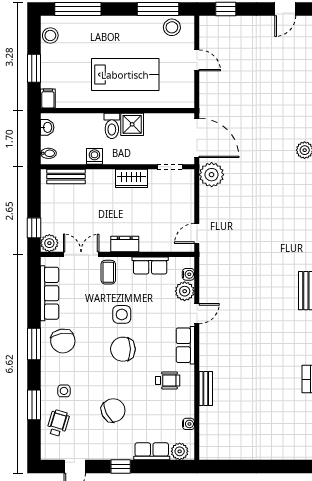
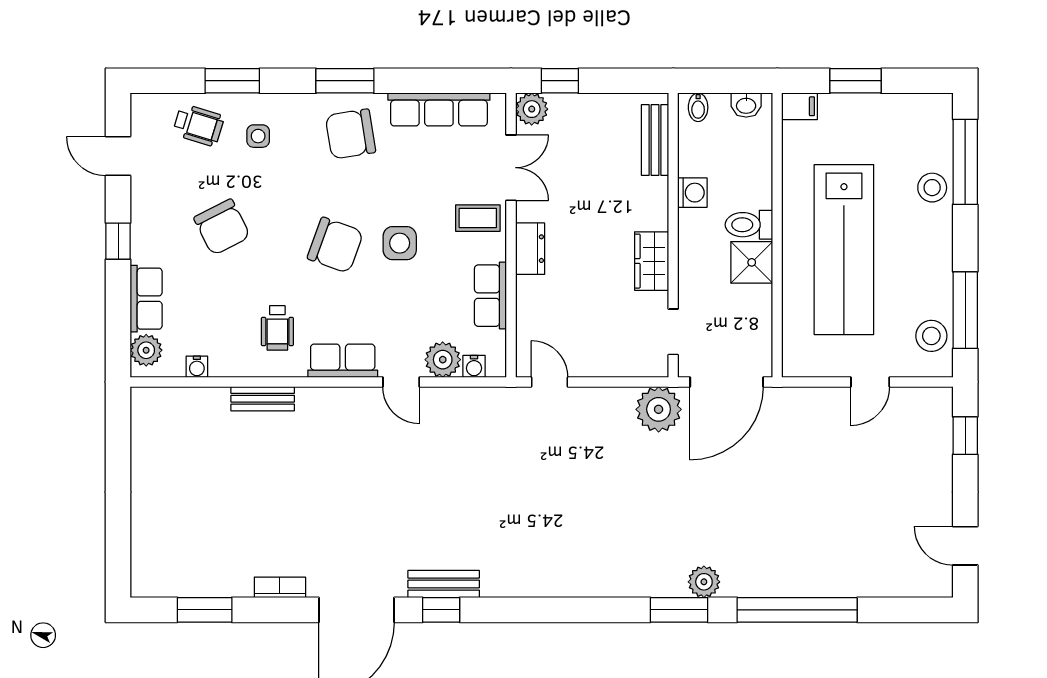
stool: (50, 35) -> (932, 188), moved
lab bench: (125, 75) -> (844, 250), width x1.36
chair: (123, 349) -> (335, 245), turned 110

